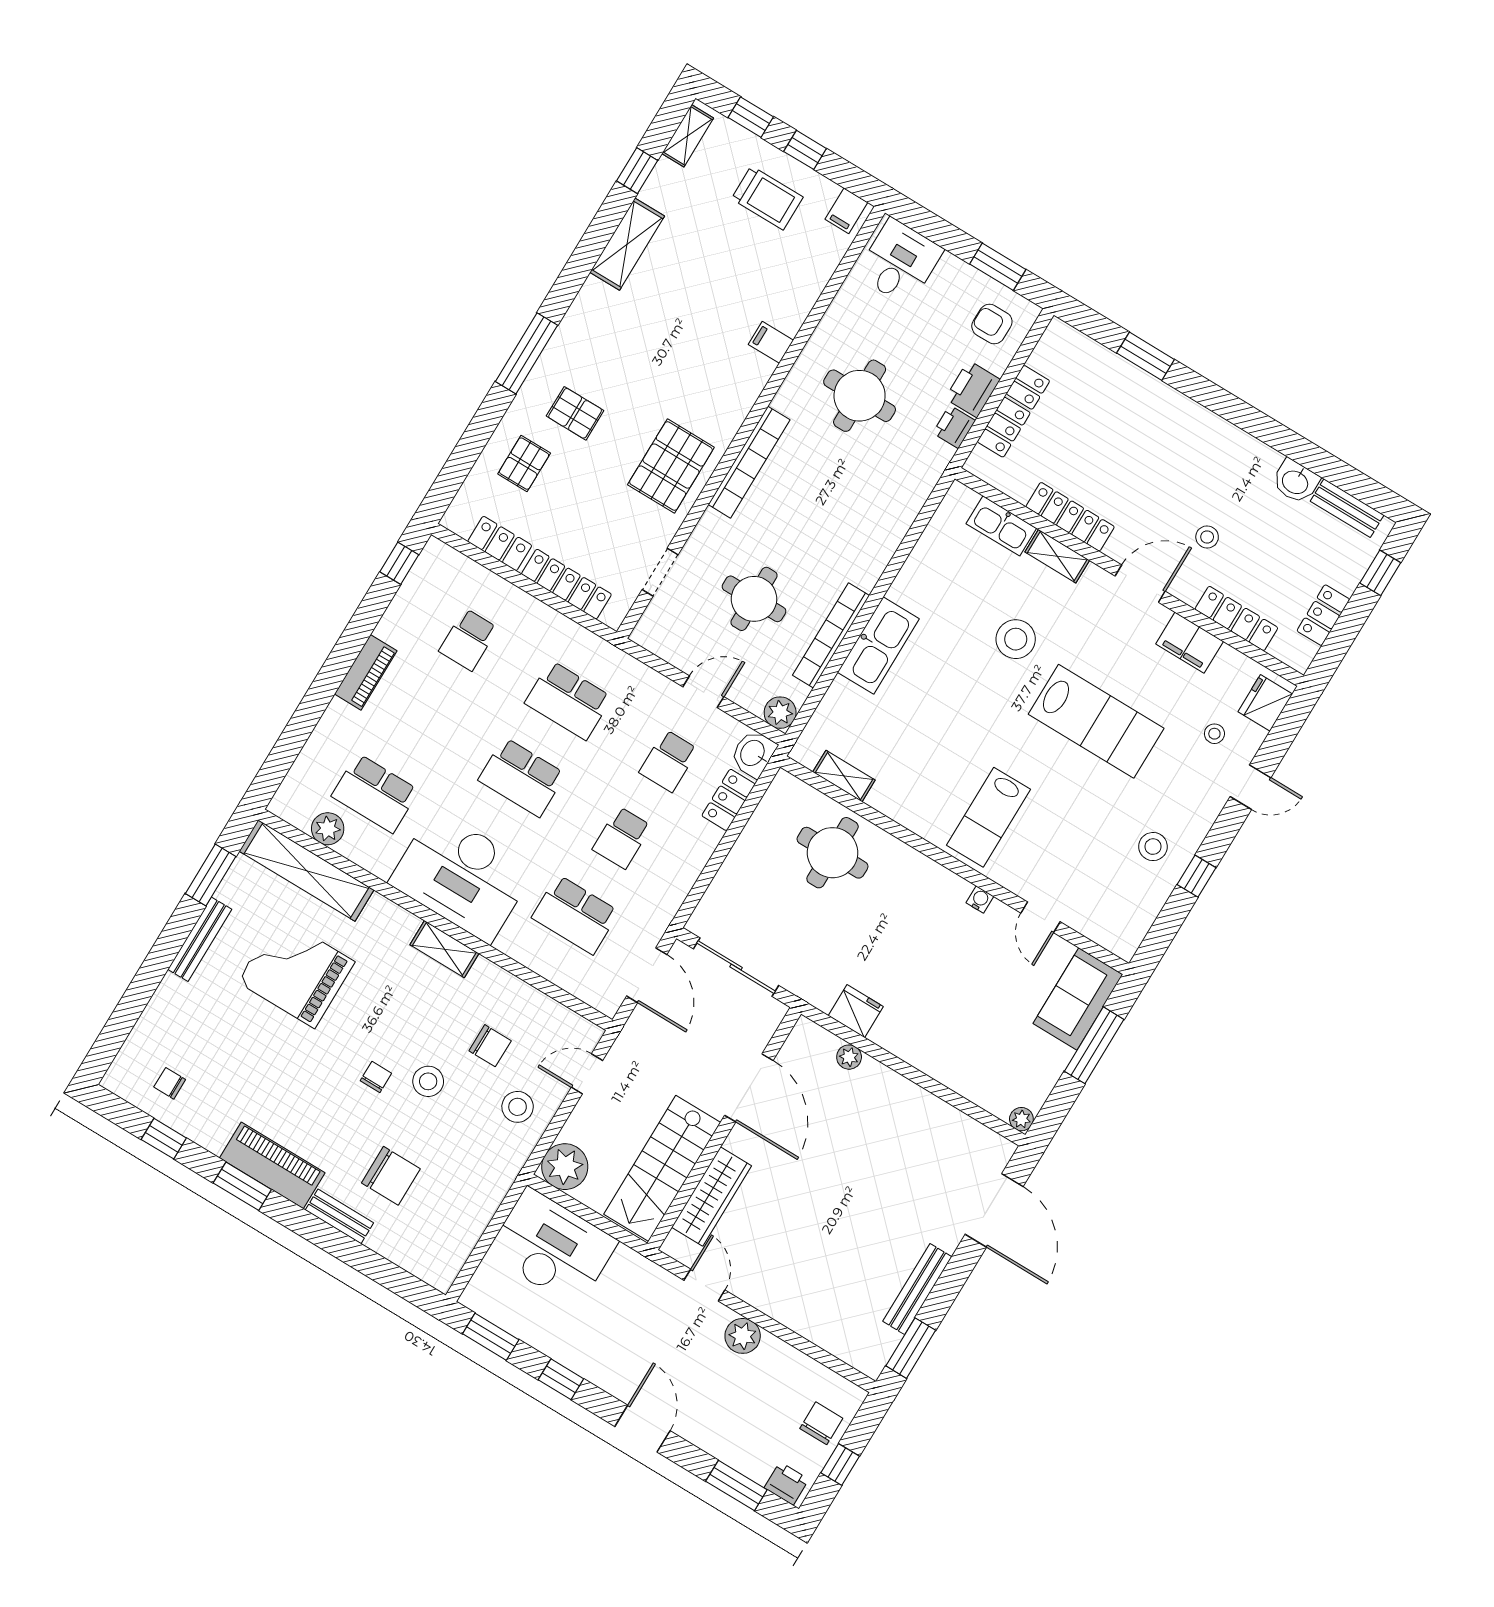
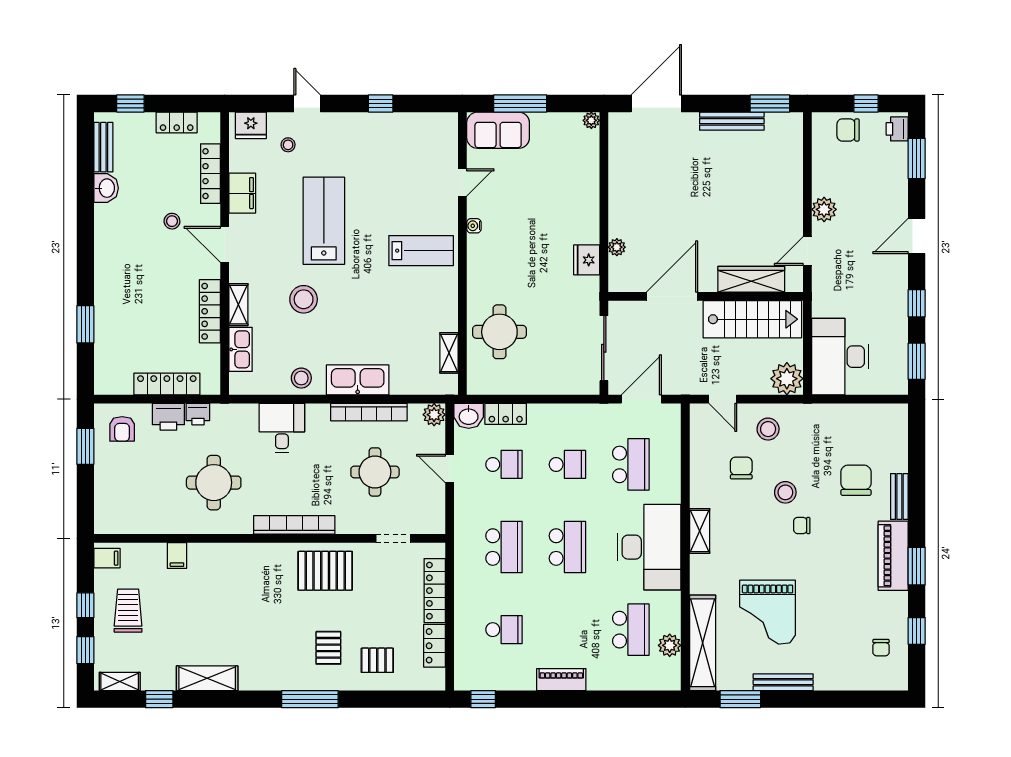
desk: (900, 262) -> (282, 428), moved, turned 90
filing cabinet: (771, 342) -> (177, 556), moved
stool: (1153, 847) -> (301, 378), moved

